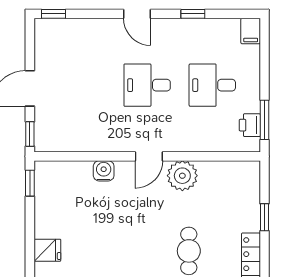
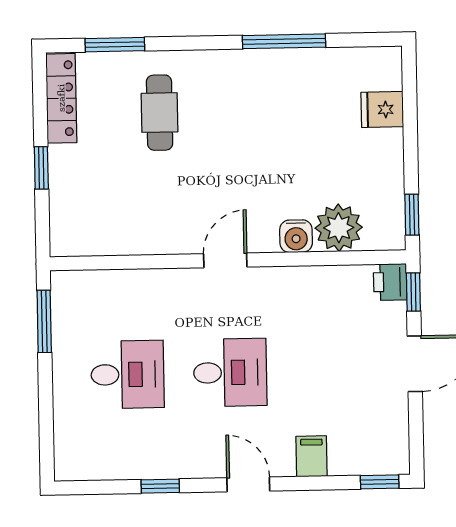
filing cabinet: (251, 31) -> (312, 456), moved
printer: (250, 125) -> (390, 282), moved, turned 180
plant: (182, 176) -> (339, 228), moved

